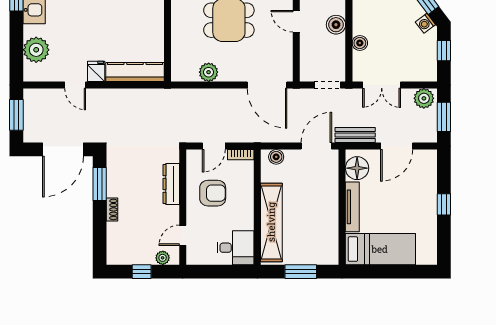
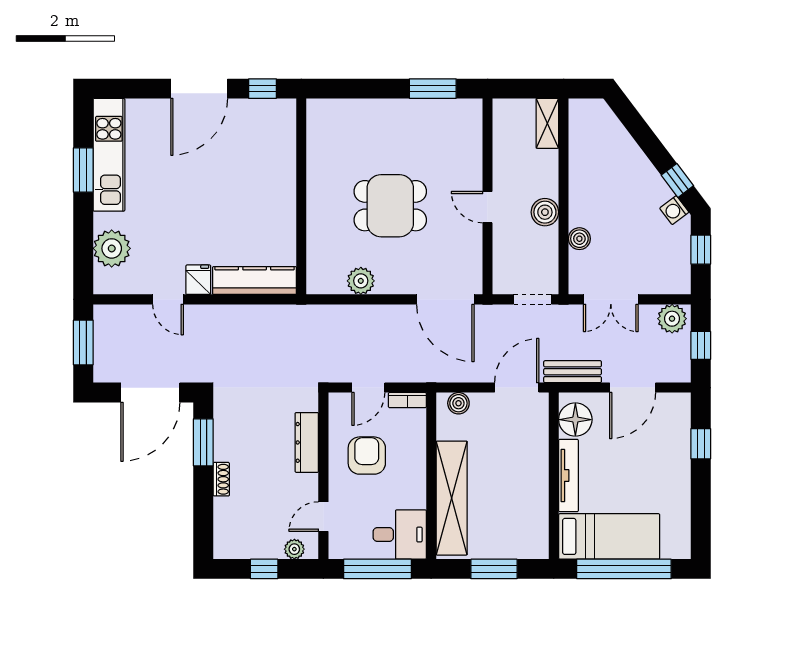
window: (444, 117) -> (701, 345), width x0.67
armchair: (213, 193) -> (367, 456), turned -90
window: (444, 204) -> (701, 444), moved
window: (220, 272) -> (377, 569), added
window: (391, 272) -> (624, 569), added

